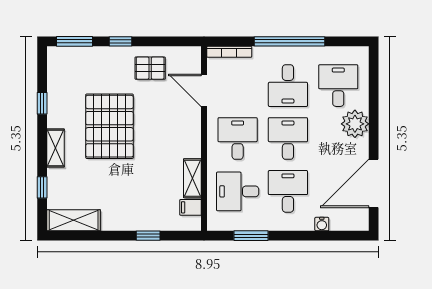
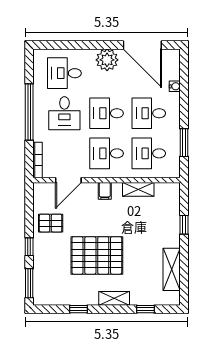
pallet: (150, 68) -> (51, 223), turned 90
desk: (288, 86) -> (64, 113), turned 90
plant: (355, 124) -> (107, 60), moved
desk: (238, 191) -> (149, 153), turned 90
filing cabinet: (191, 207) -> (105, 191), moved
shelving: (74, 220) -> (172, 269), moved

